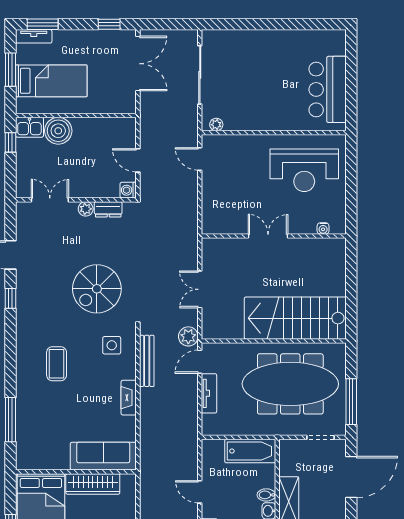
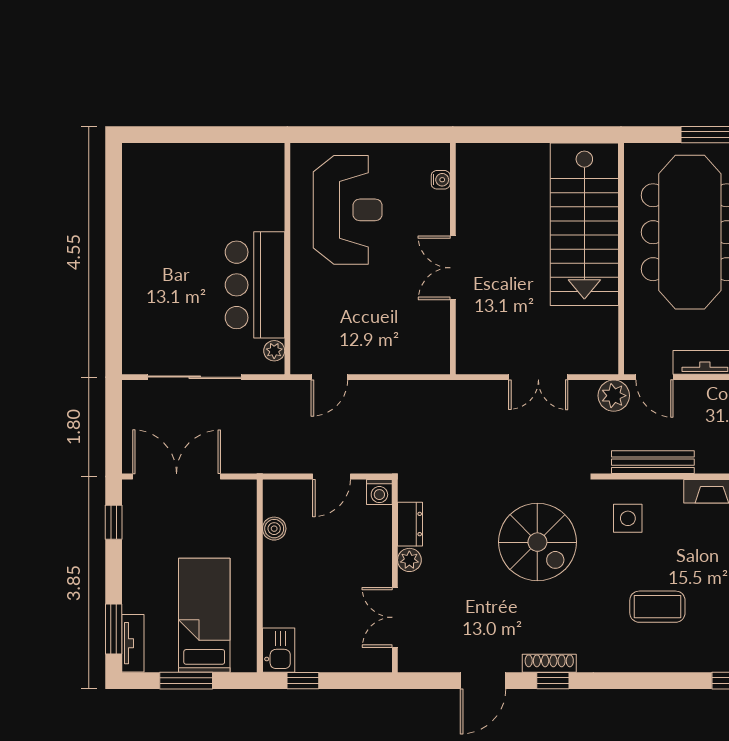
bar counter: (328, 89) -> (255, 285), moved, turned 90
boiler: (58, 131) -> (274, 529), moved, width x0.54, depth x0.54
shoe rack: (21, 296) -> (549, 663), added

